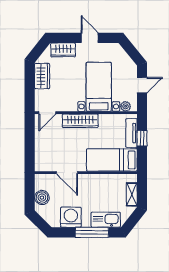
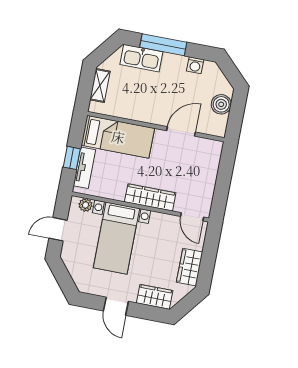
door: (47, 113) -> (192, 217), swing flipped
door: (67, 173) -> (181, 131), hinge flipped
washing machine: (71, 217) -> (195, 65), width x0.53, depth x0.53

